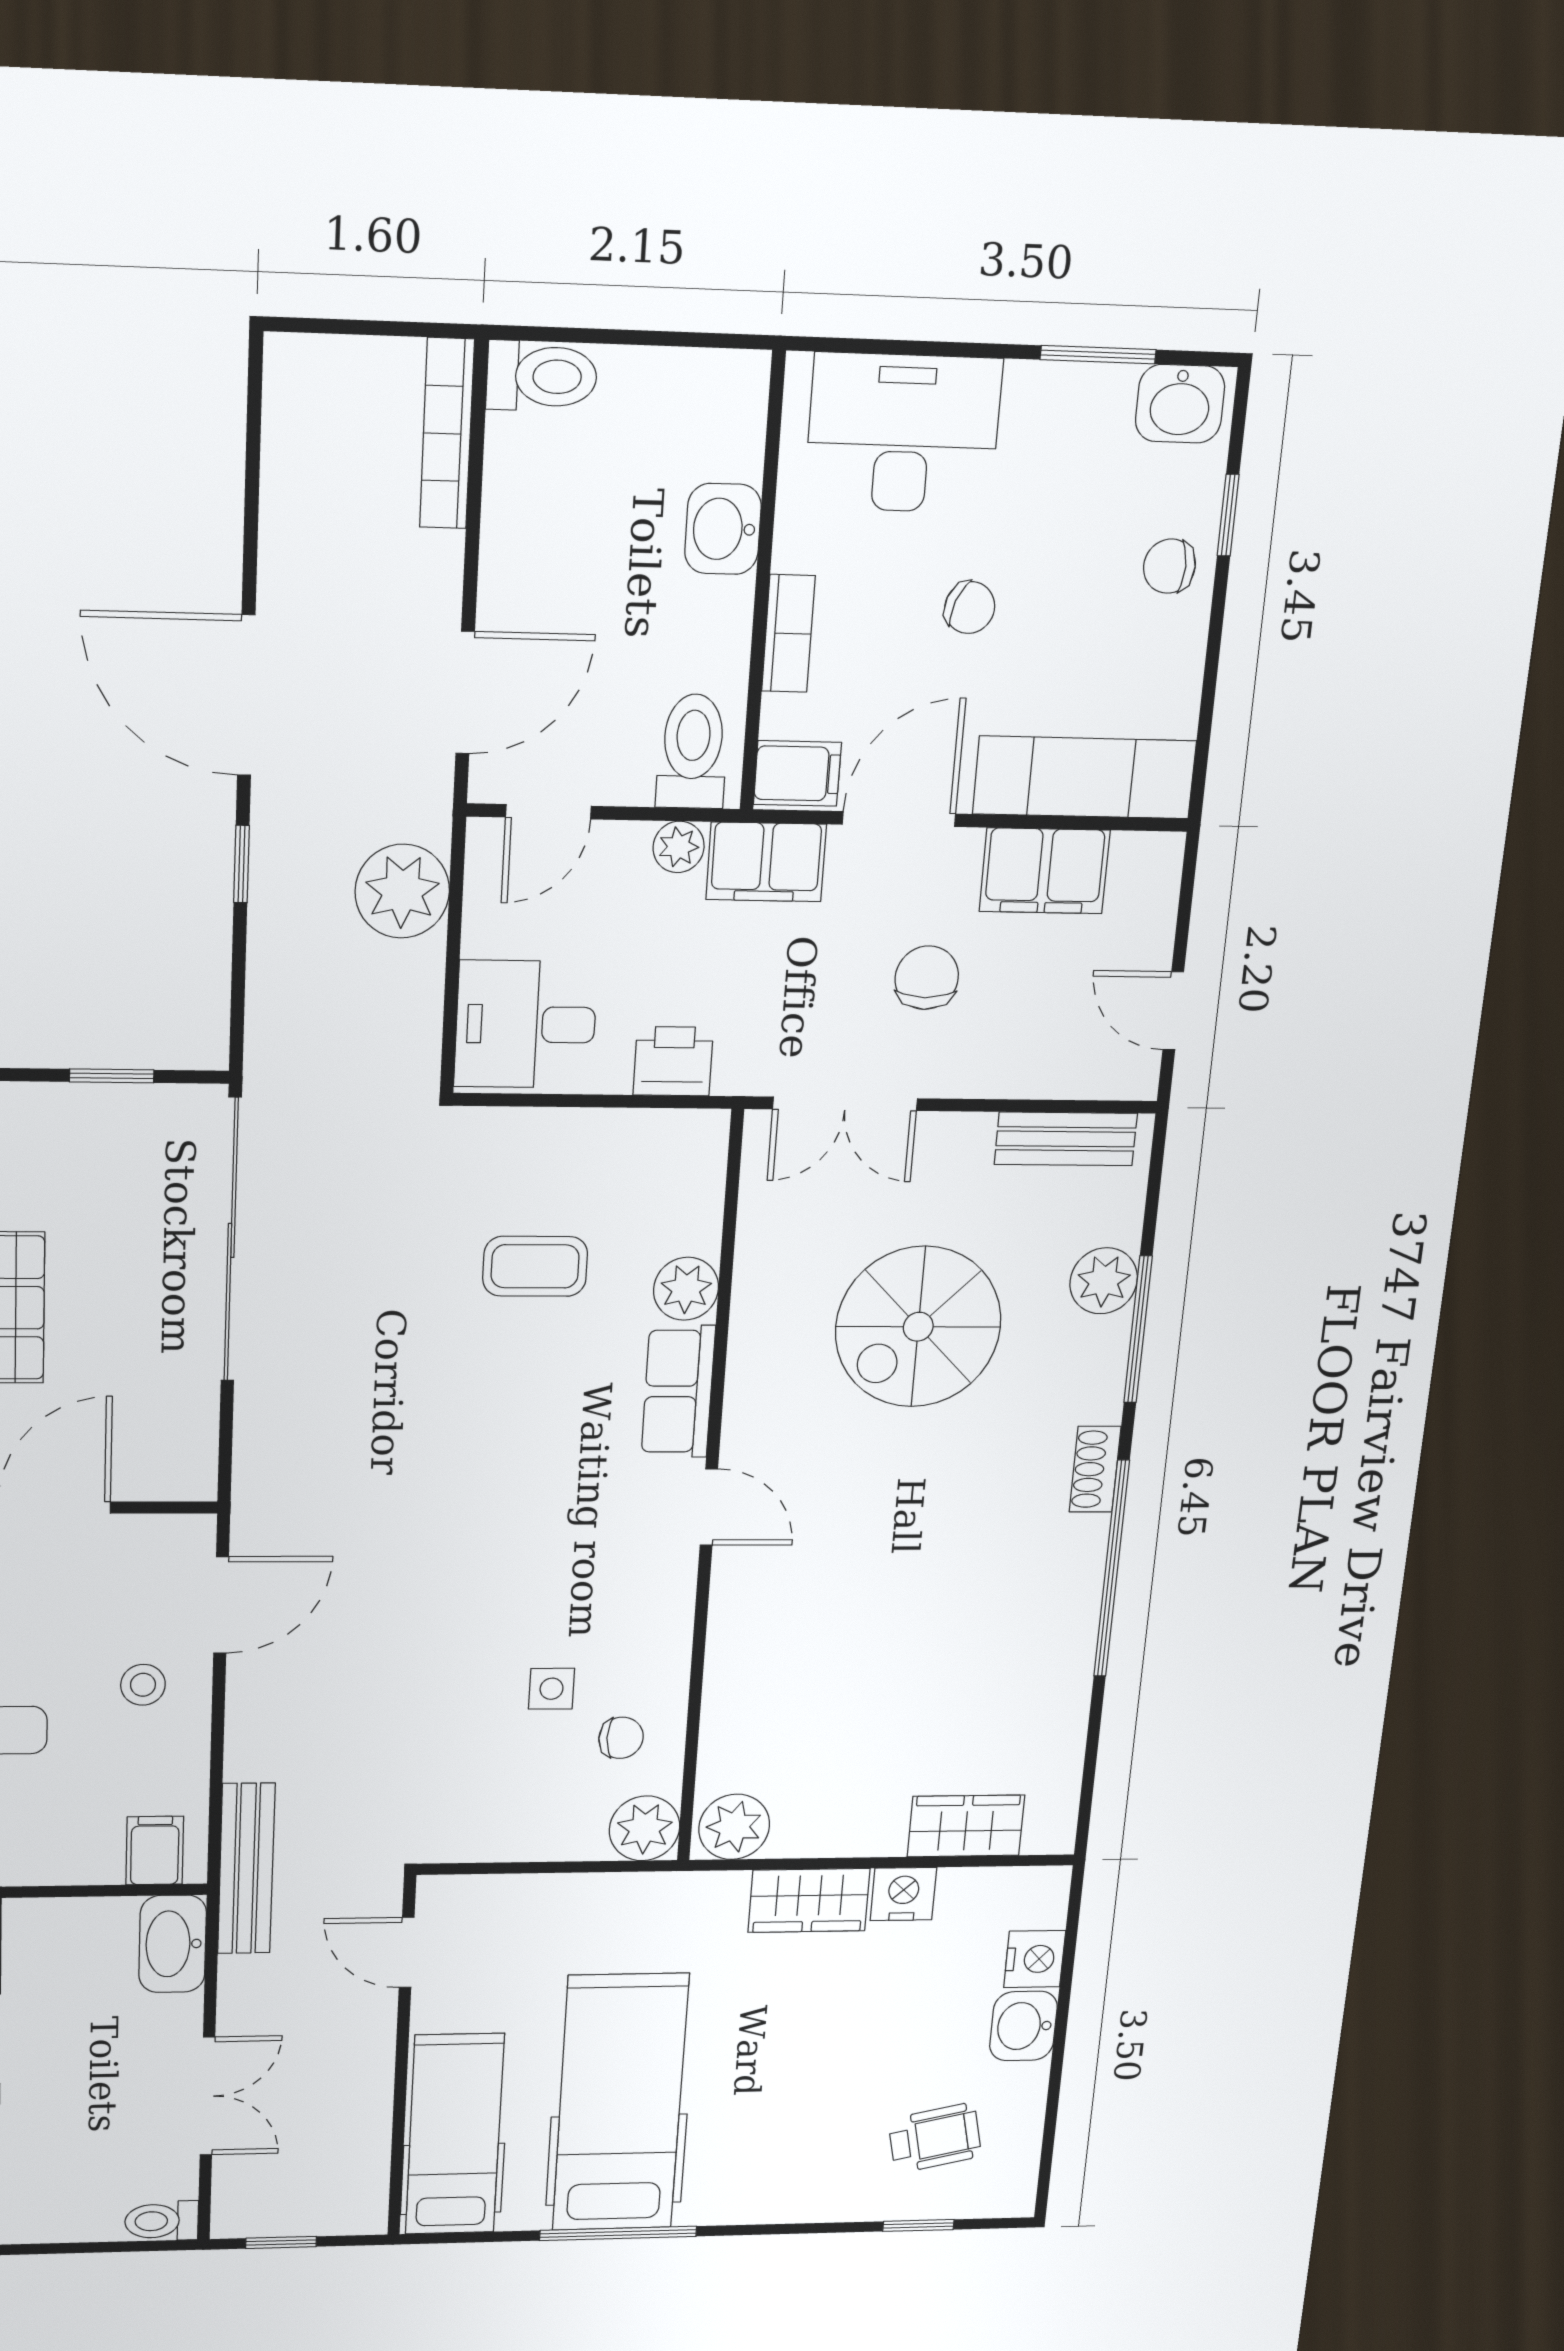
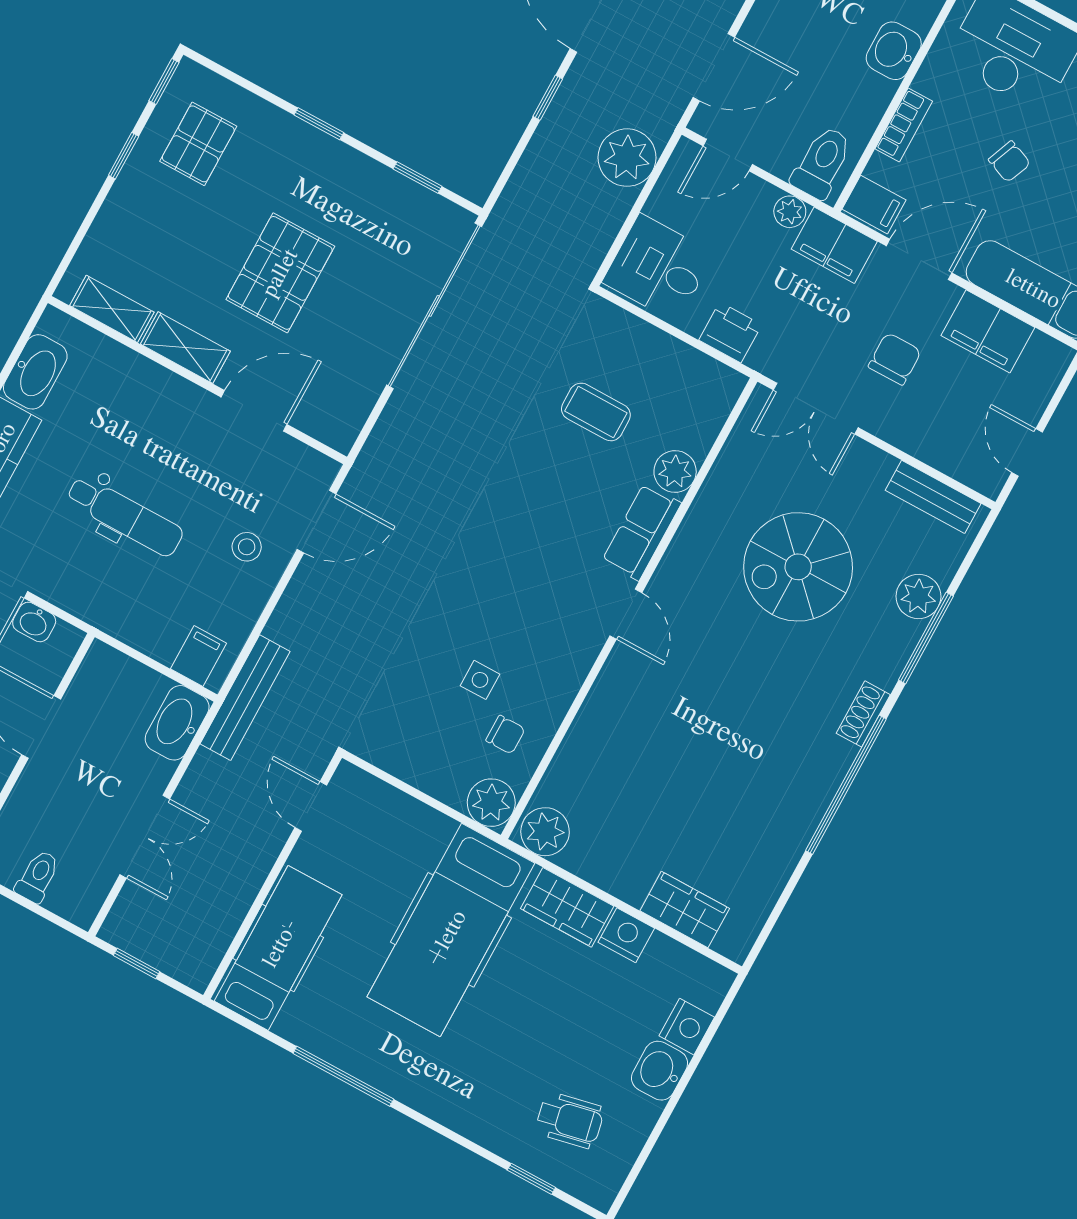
hospital bed: (620, 2103) -> (451, 930), moved, turned 180
toilet: (162, 2221) -> (38, 876), moved, turned 90

